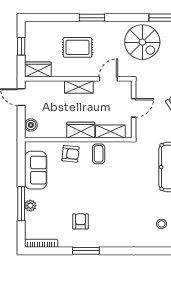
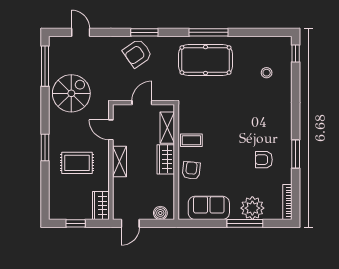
rug: (78, 47) -> (77, 163), turned 90
door: (134, 108) -> (142, 103), hinge flipped
plant: (30, 206) -> (252, 208), width x1.87, depth x1.87

